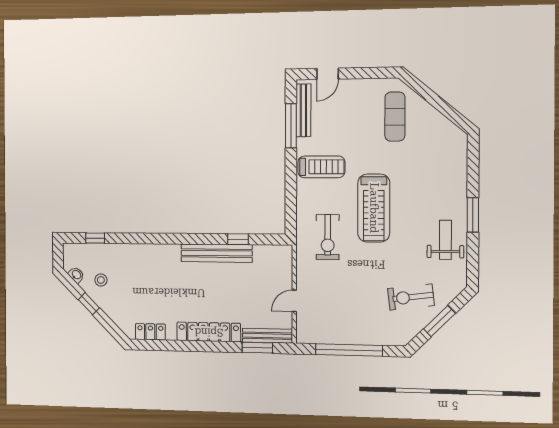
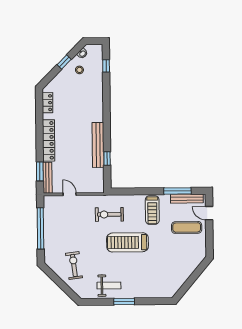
exercise mat: (395, 117) -> (187, 227), moved
window: (439, 321) -> (60, 283), removed

